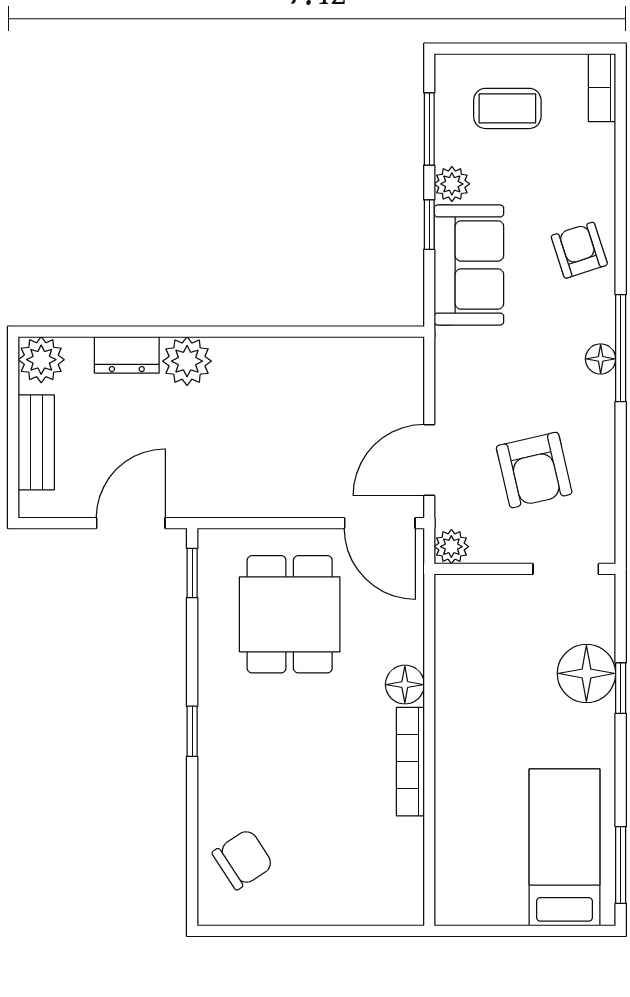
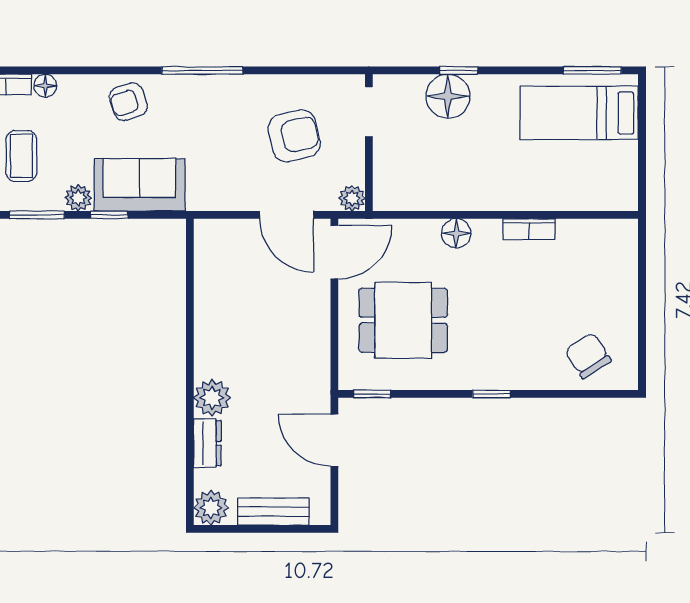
floor lamp: (601, 359) -> (45, 86), moved
bookcase: (410, 762) -> (529, 229), width x0.64

